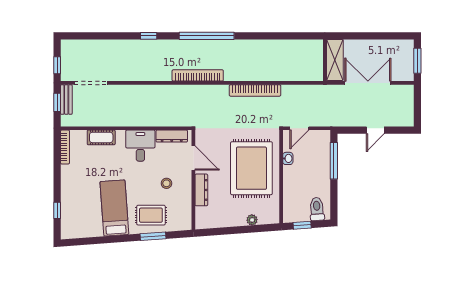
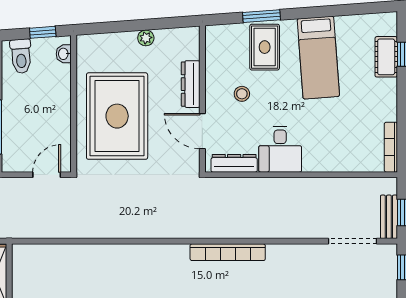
bookcase: (198, 75) -> (228, 252), moved
bookcase: (255, 90) -> (112, 230), removed
cot: (101, 137) -> (386, 57), moved, turned 90
washbasin: (288, 158) -> (64, 54), moved
rug: (151, 215) -> (265, 47), turned 90
plant: (252, 220) -> (146, 38), moved

